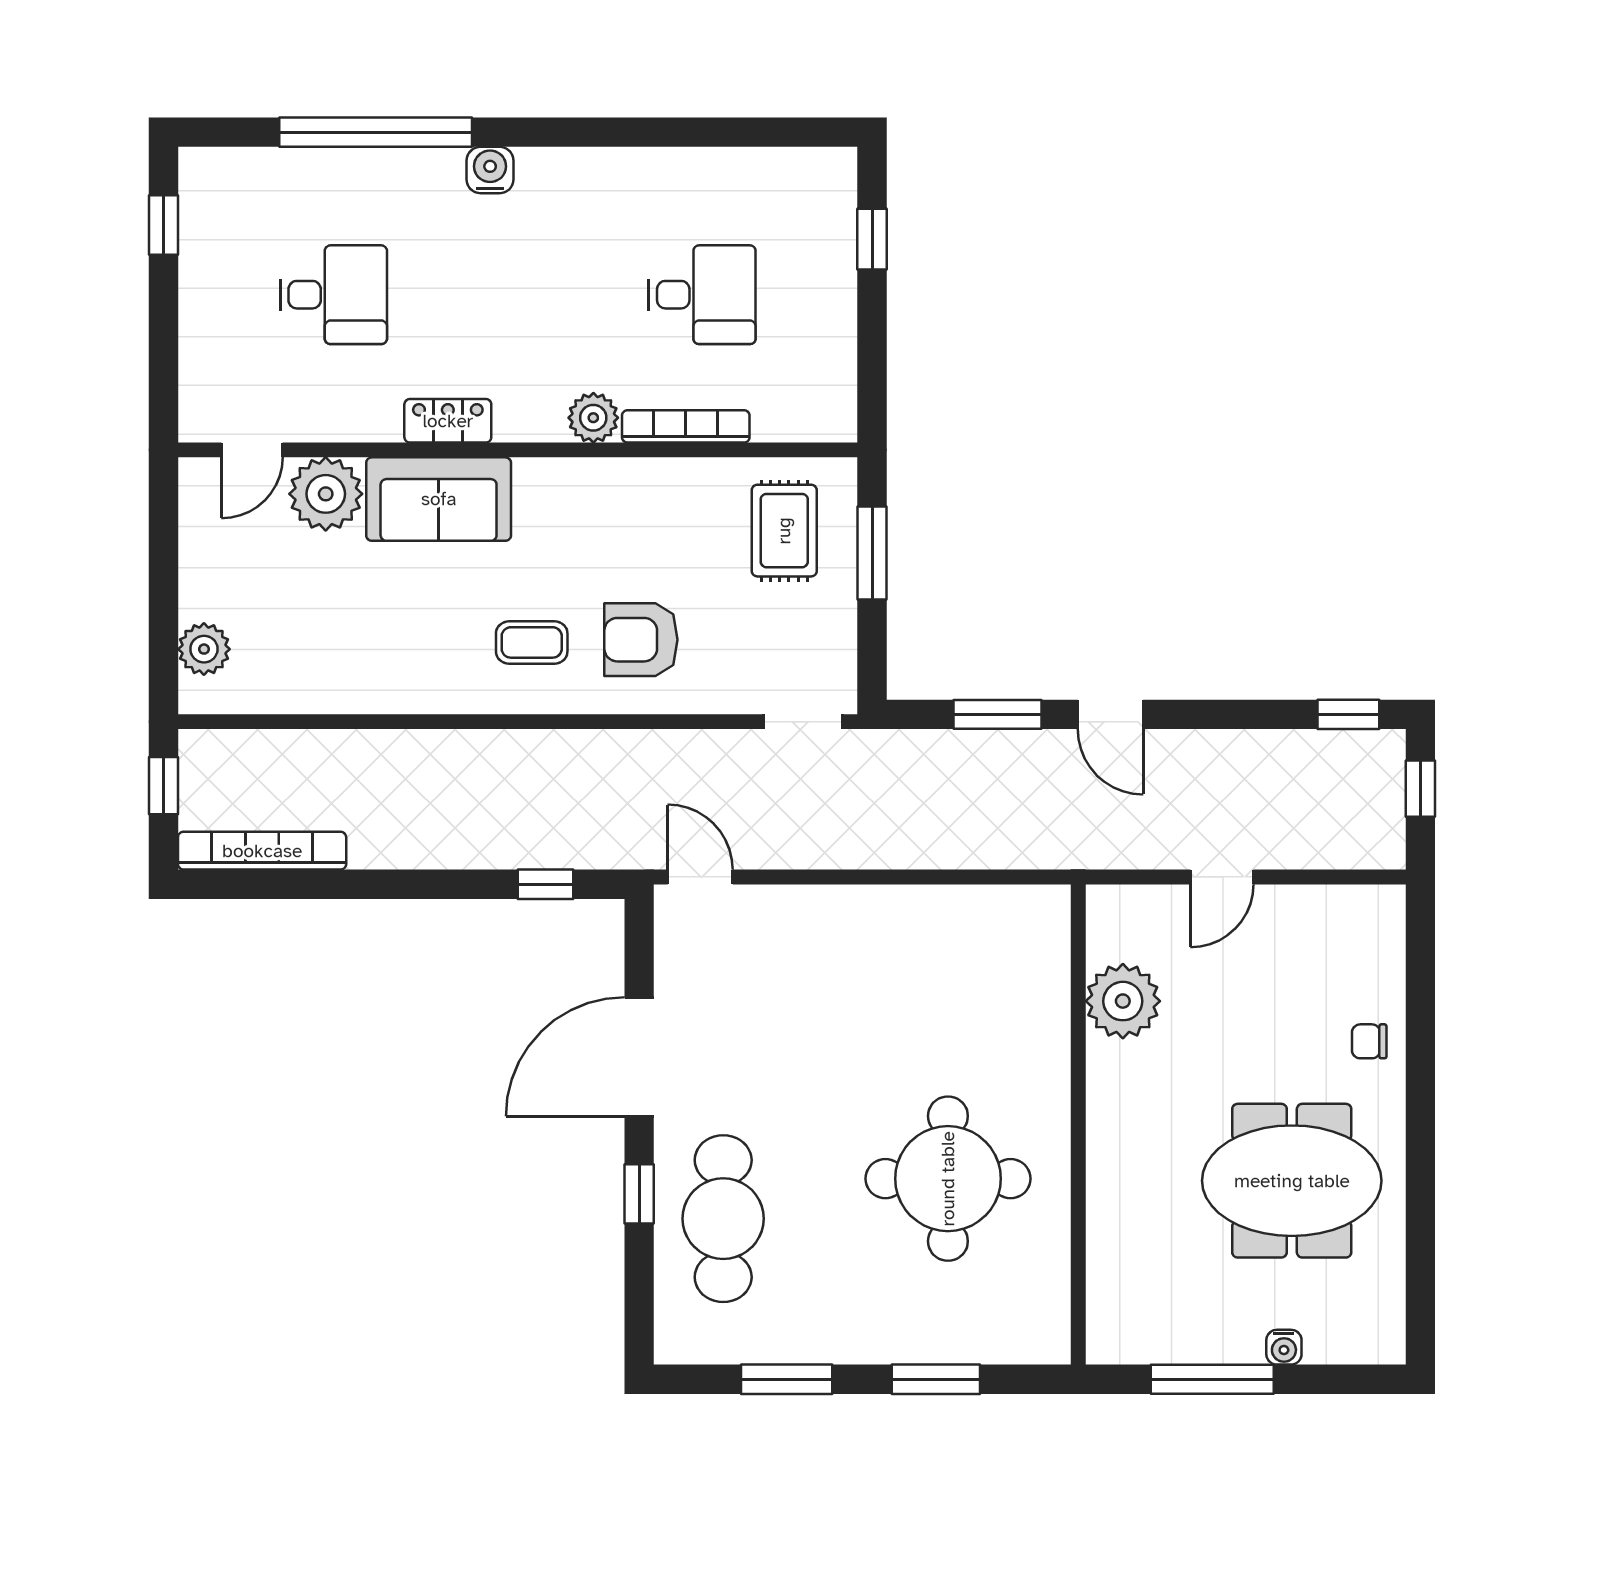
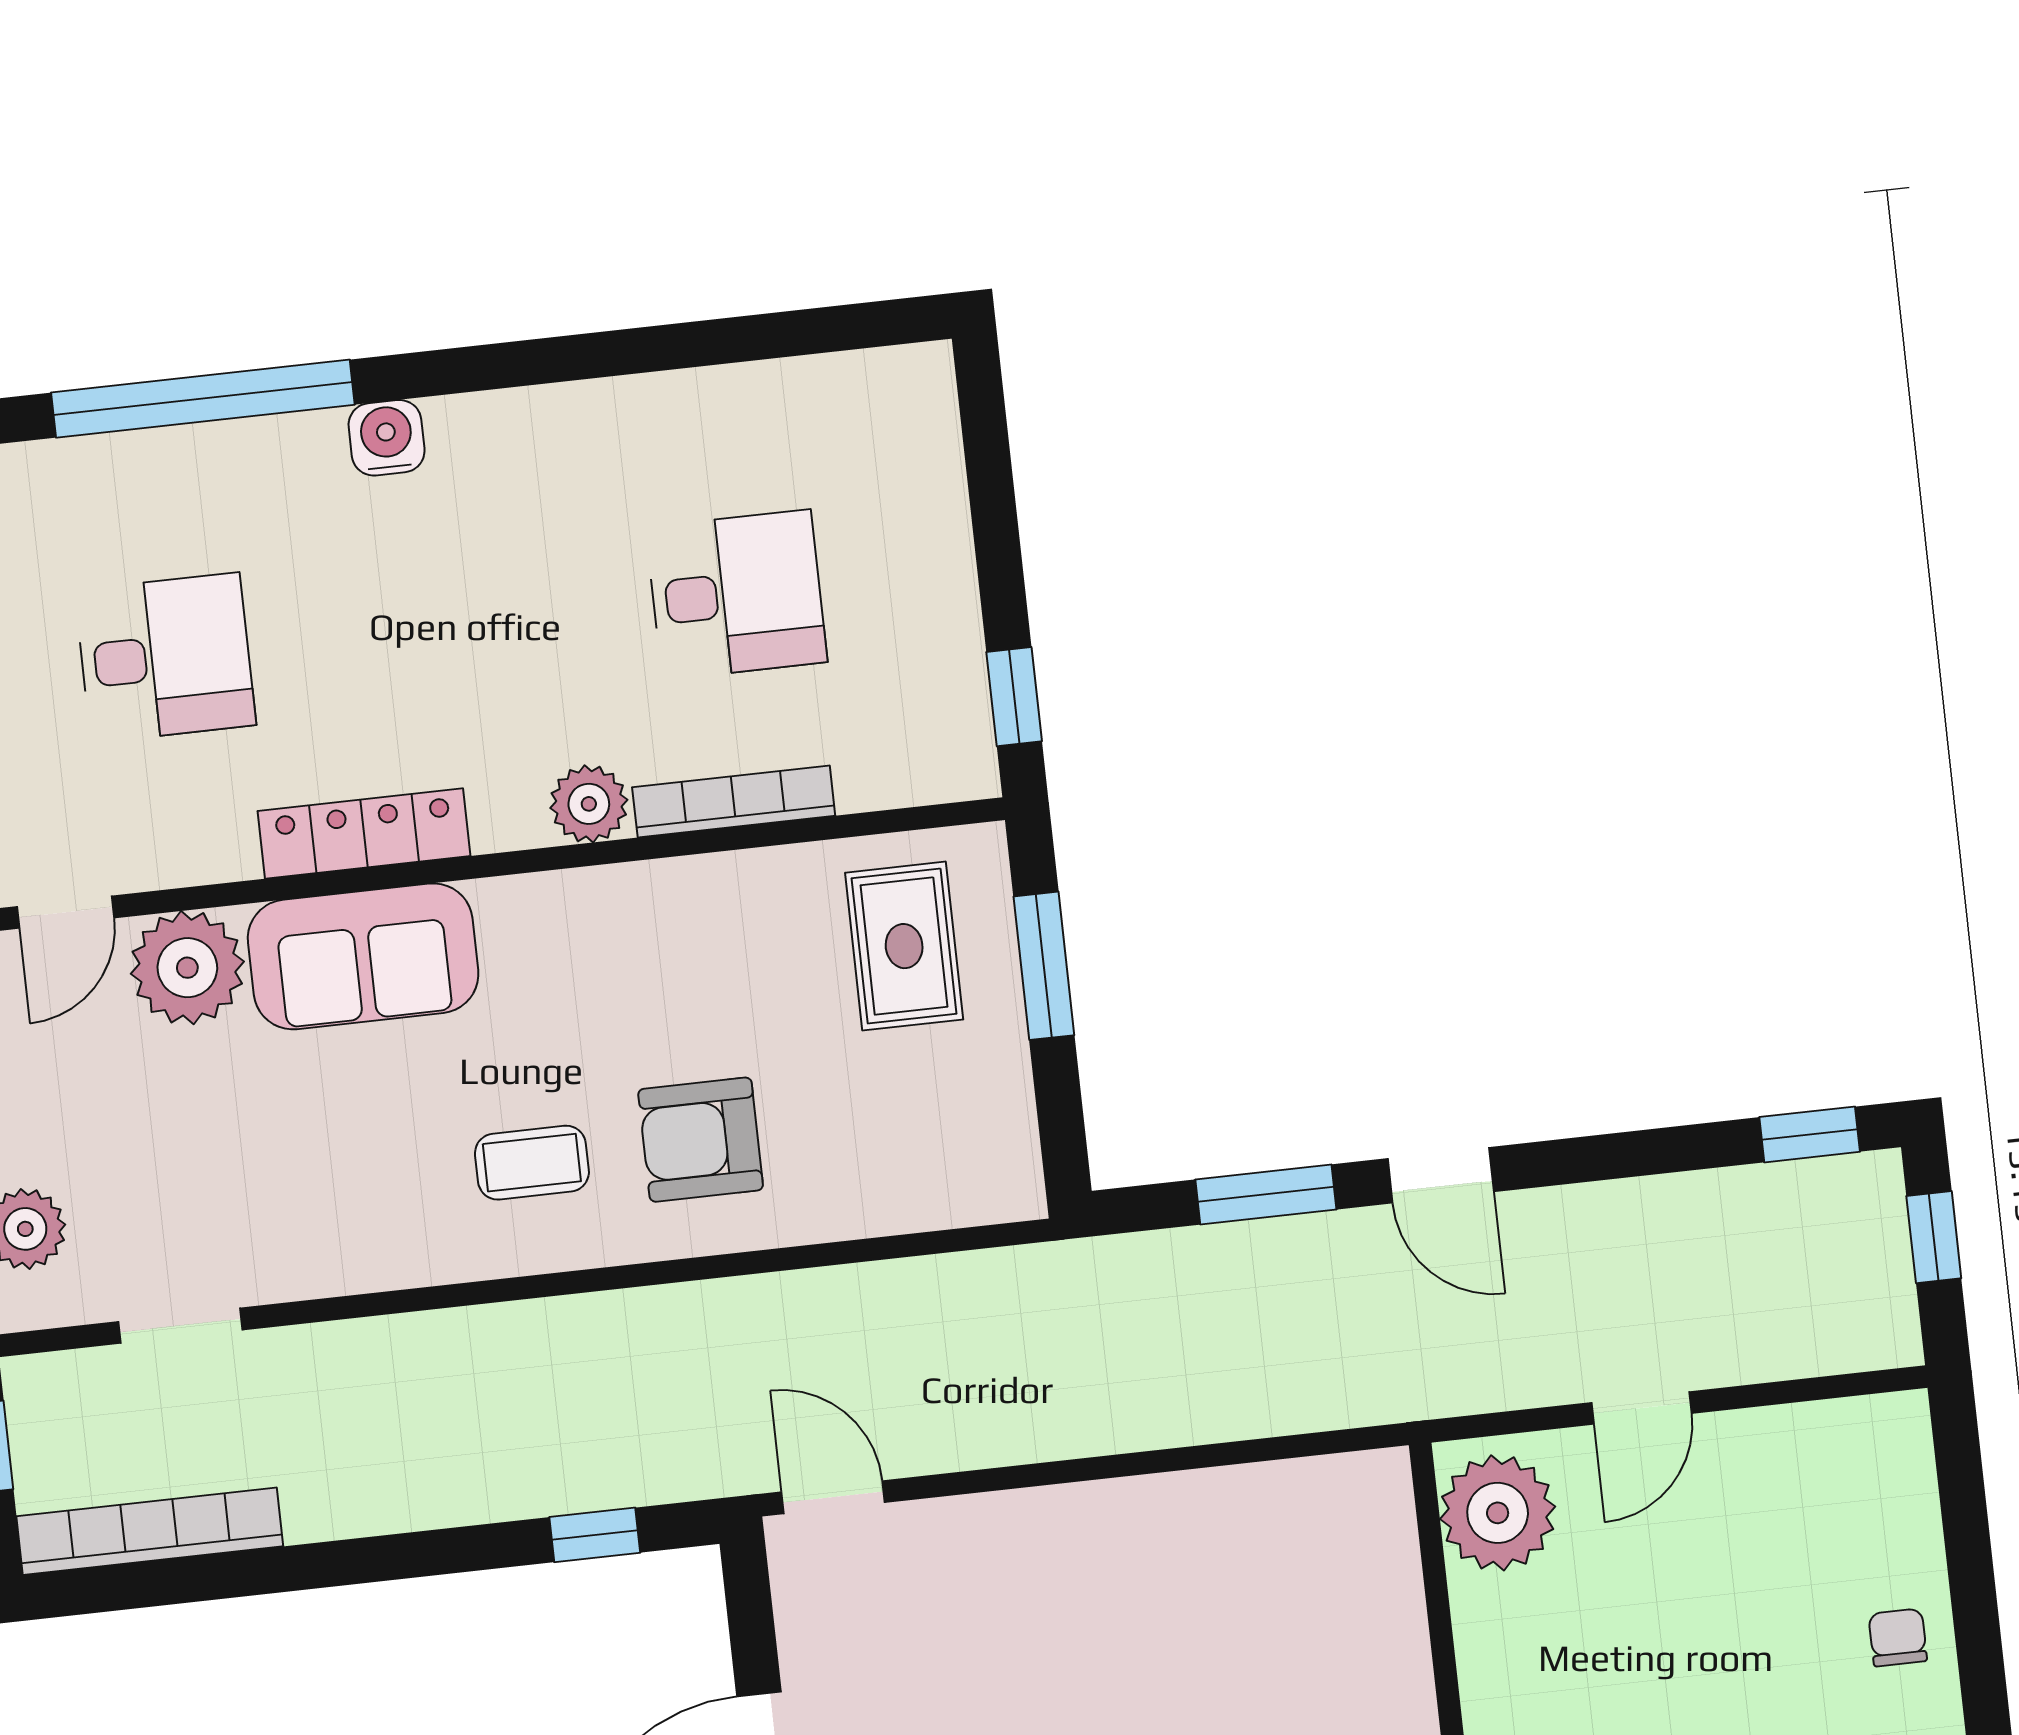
window: (872, 239) -> (1014, 697), moved
locker: (448, 421) -> (364, 833), width x1.53
doorway: (803, 722) -> (181, 1326), moved
plant: (1123, 1001) -> (1498, 1513), moved
chair: (1369, 1041) -> (1898, 1637), turned 90

